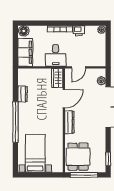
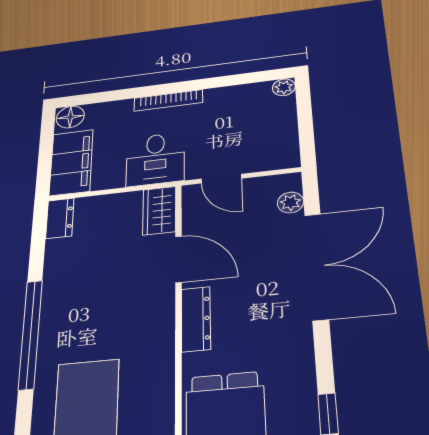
printer: (79, 31) -> (220, 98), removed
door: (79, 67) -> (221, 179), hinge flipped
dresser: (23, 94) -> (60, 218), moved
door: (64, 99) -> (178, 259), hinge flipped

